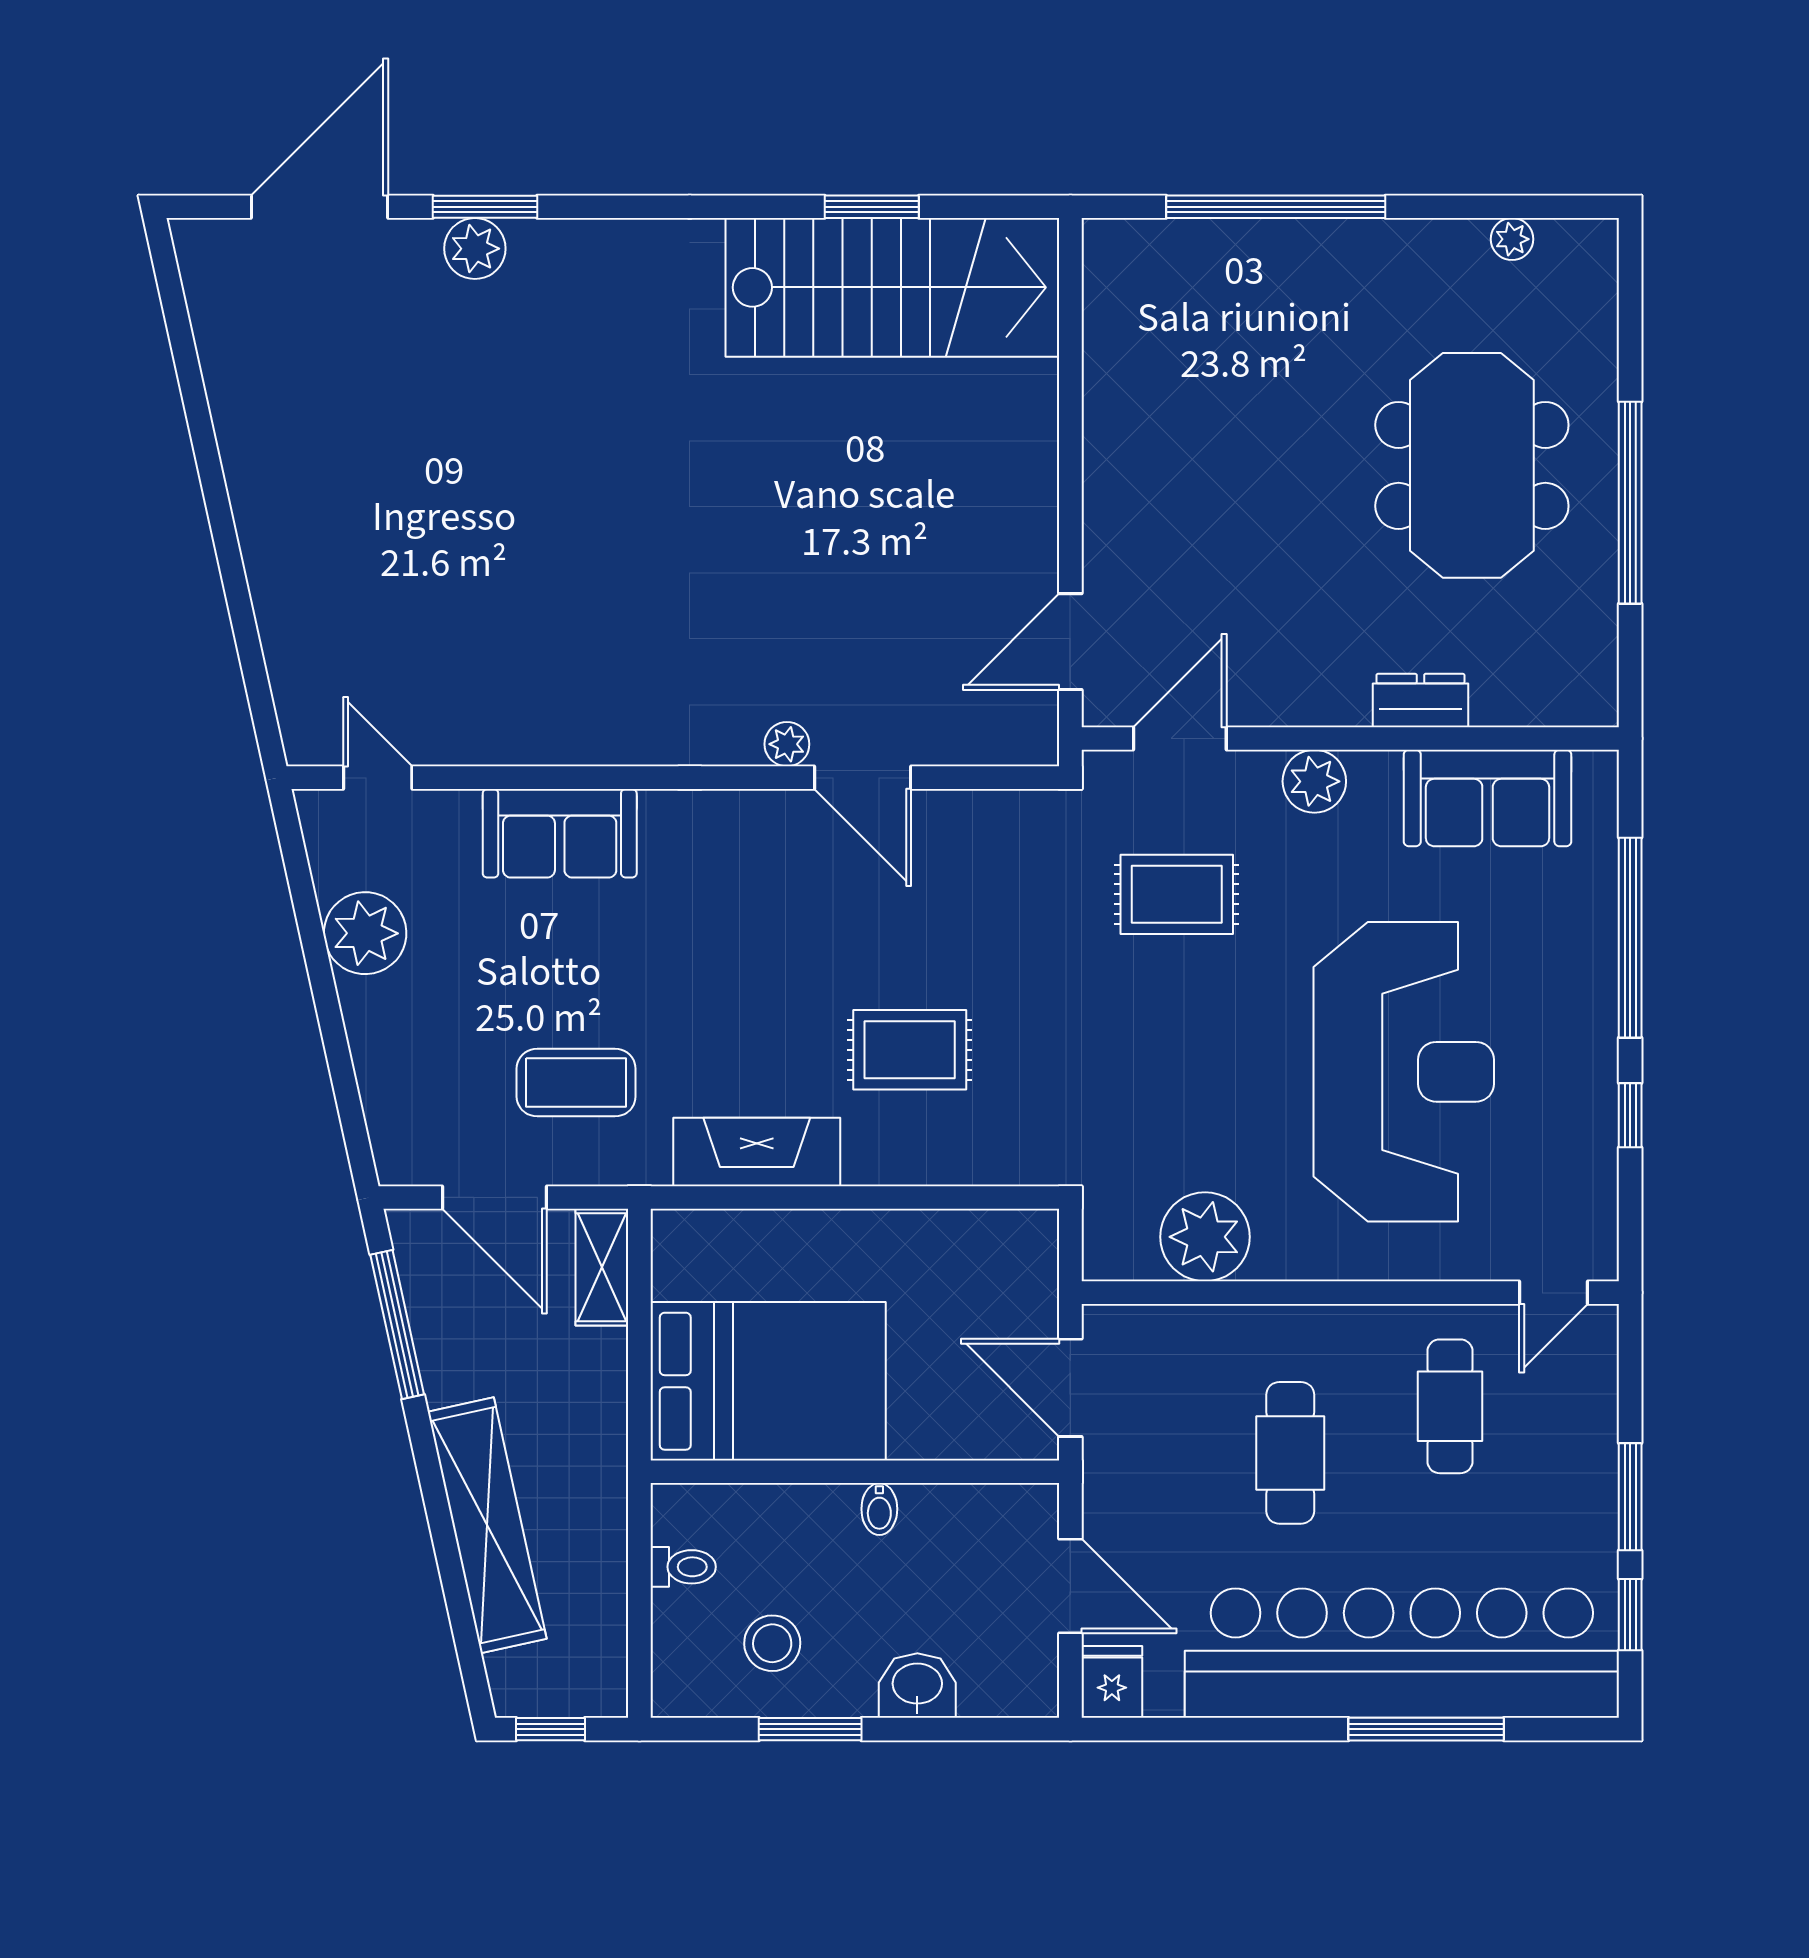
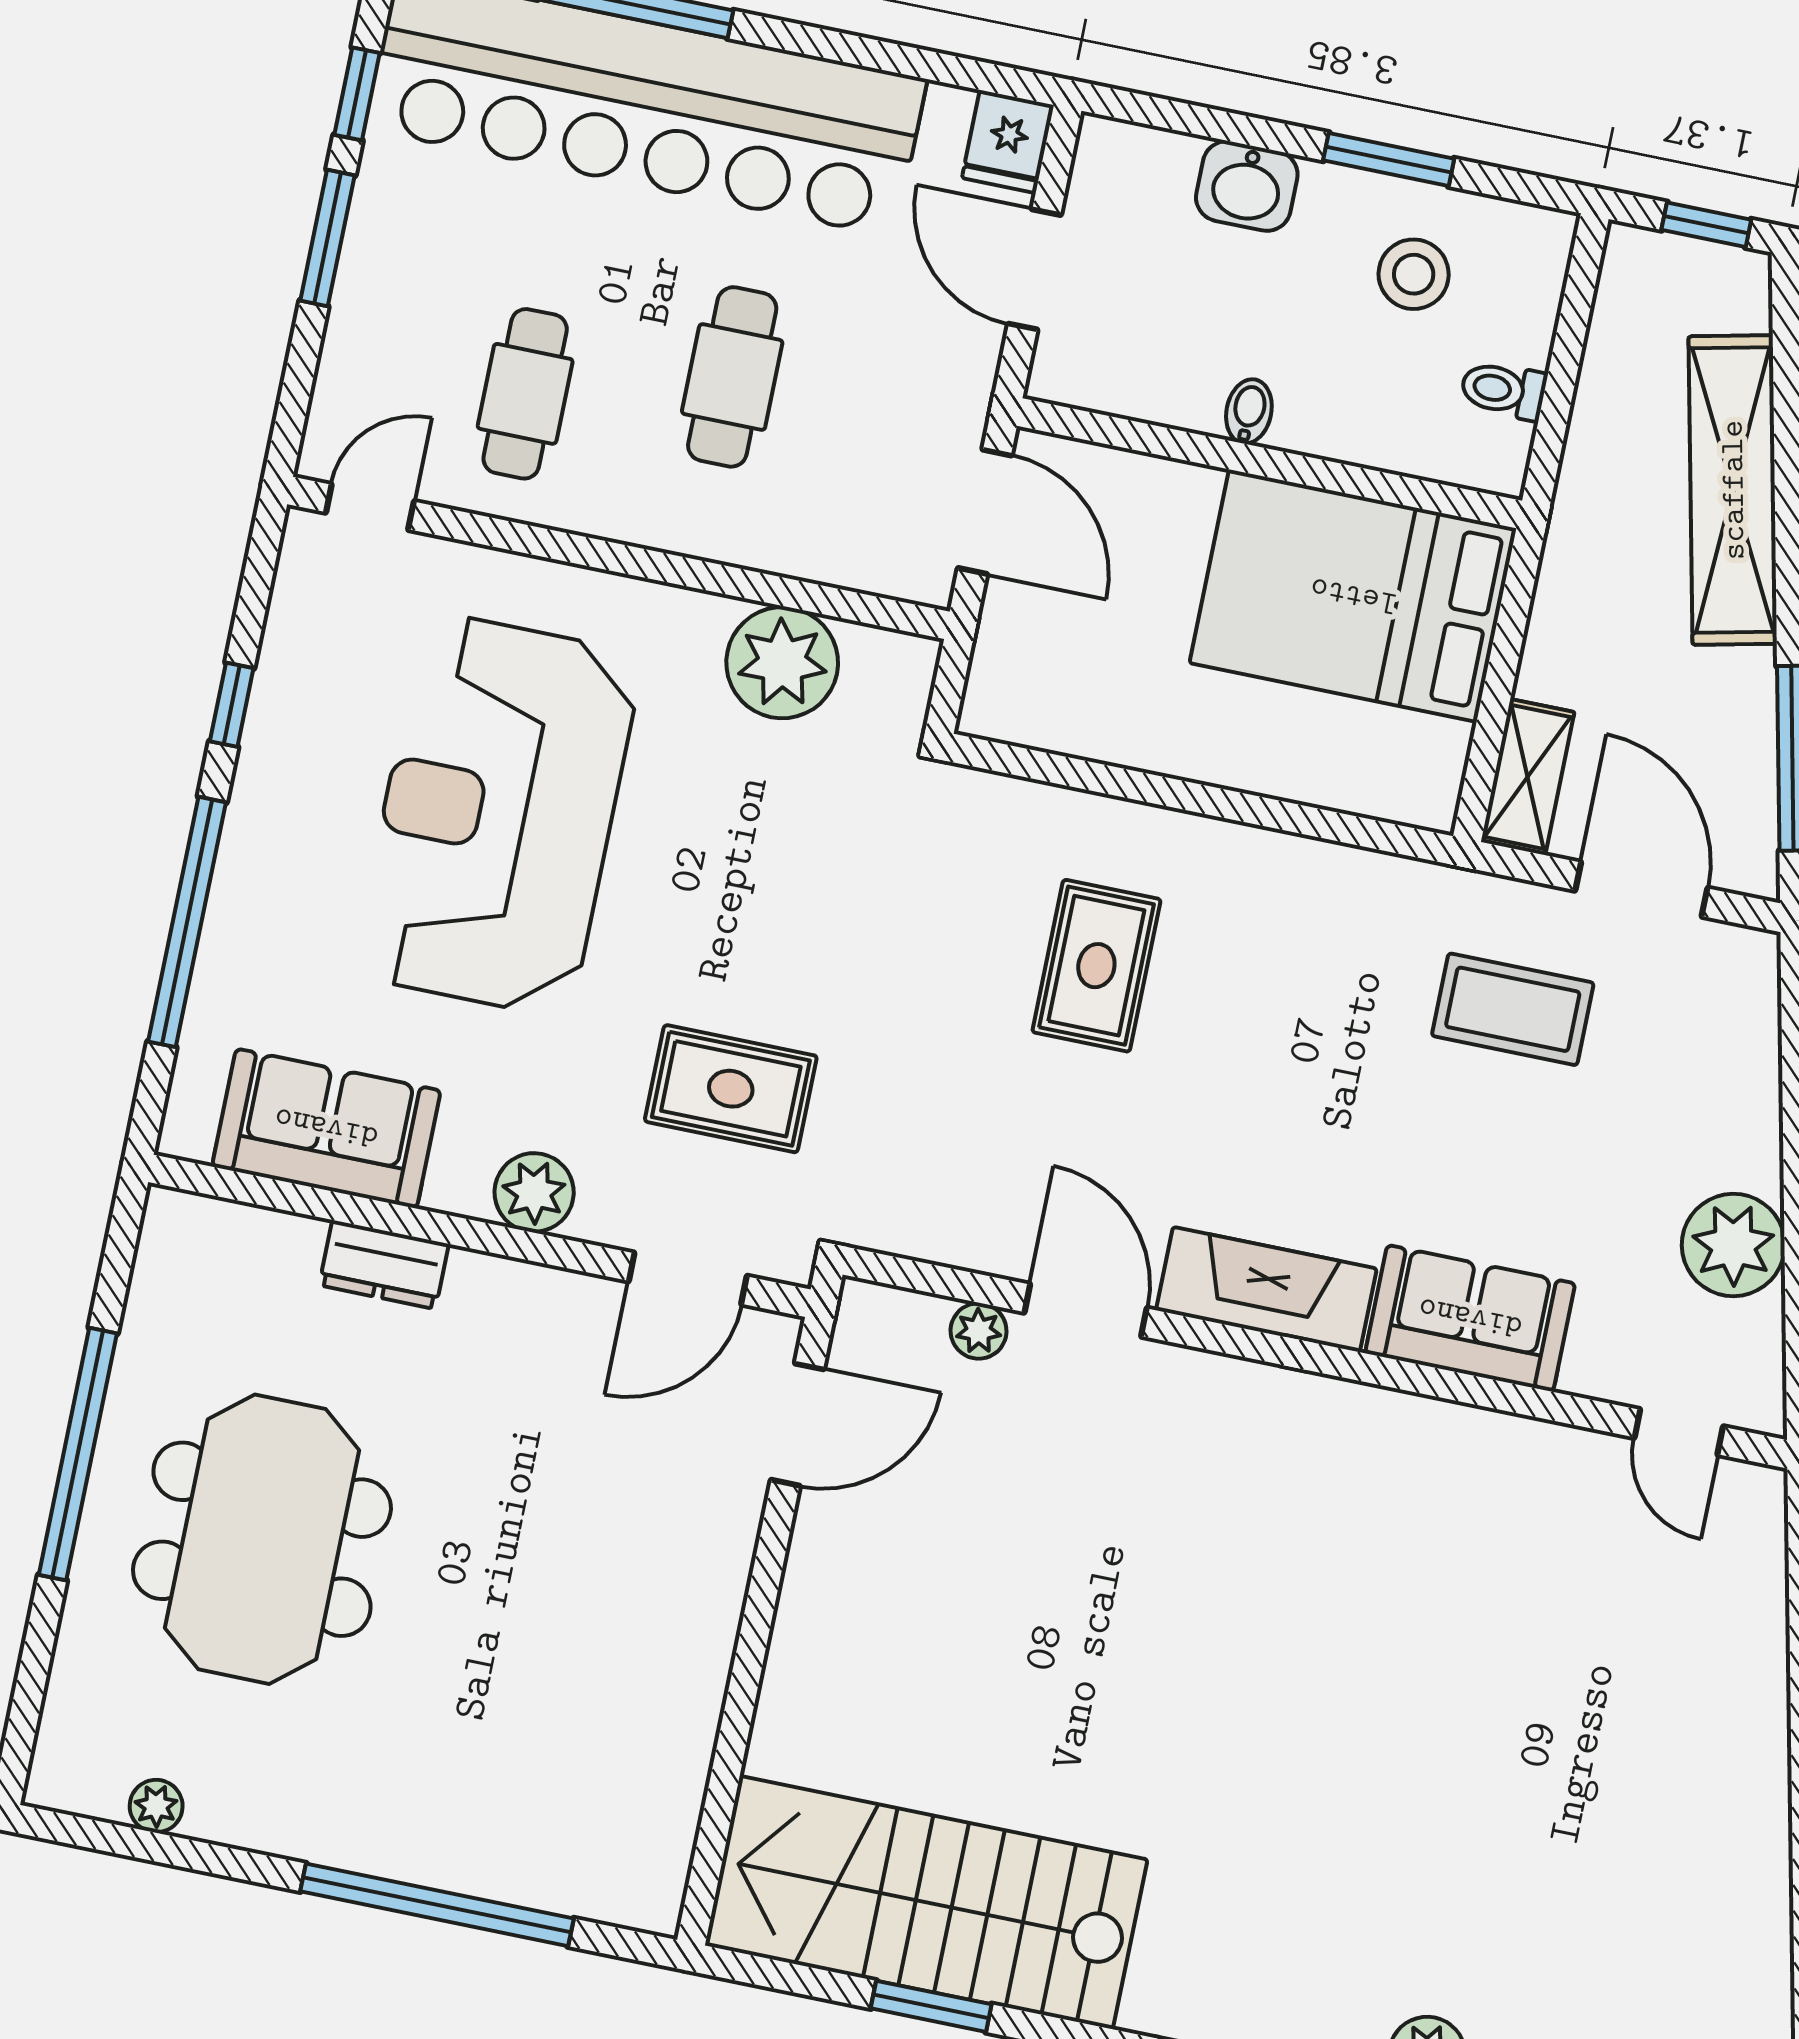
plant: (787, 744) -> (979, 1331), moved
rug: (910, 1050) -> (1096, 966), turned 90
fireplace: (757, 1152) -> (1266, 1289), moved, turned 180

